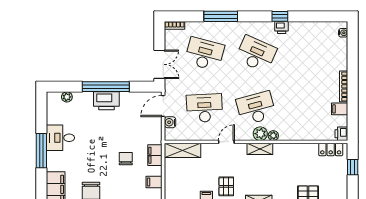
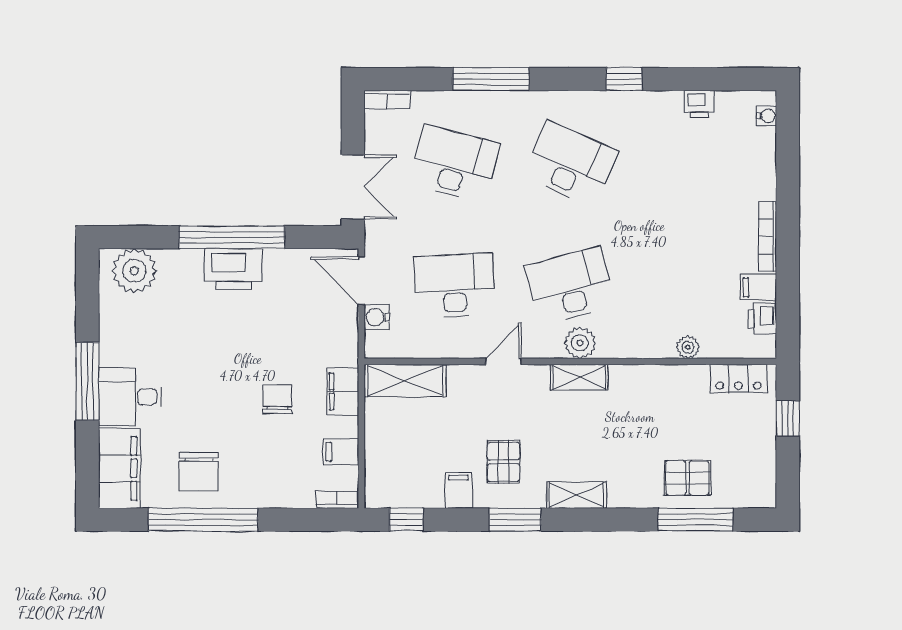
printer: (282, 27) -> (699, 104), moved
plant: (67, 97) -> (134, 271), width x1.88, depth x1.88
door: (163, 106) -> (361, 281), hinge flipped
printer: (341, 134) -> (762, 319), moved
plant: (273, 136) -> (688, 347), moved
desk: (60, 138) -> (130, 397), moved

